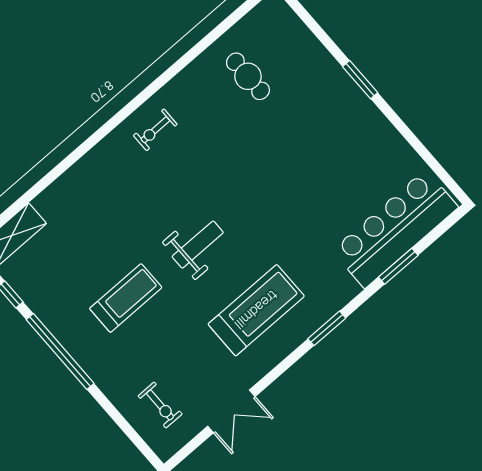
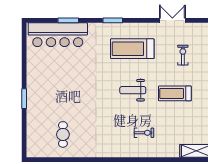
exercise bike: (155, 130) -> (144, 133), moved
exercise bike: (160, 405) -> (183, 55), moved

